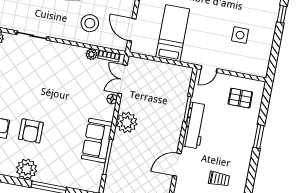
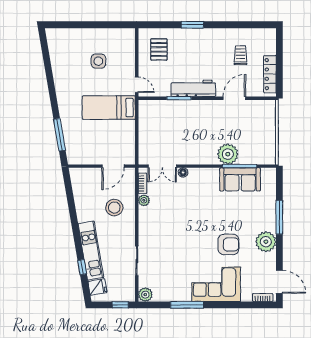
window: (282, 14) -> (71, 25), removed
bed: (173, 33) -> (109, 108), moved
plant: (127, 122) -> (228, 154), moved
sofa: (97, 141) -> (240, 179), moved
door: (177, 165) -> (234, 98), swing flipped

